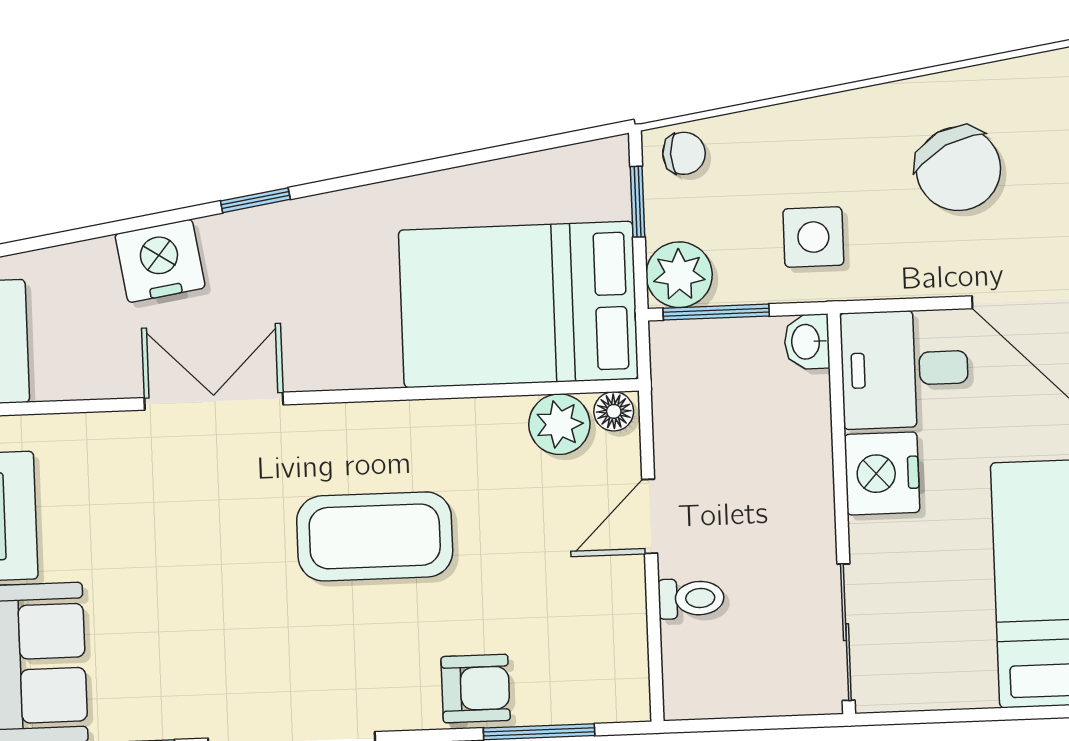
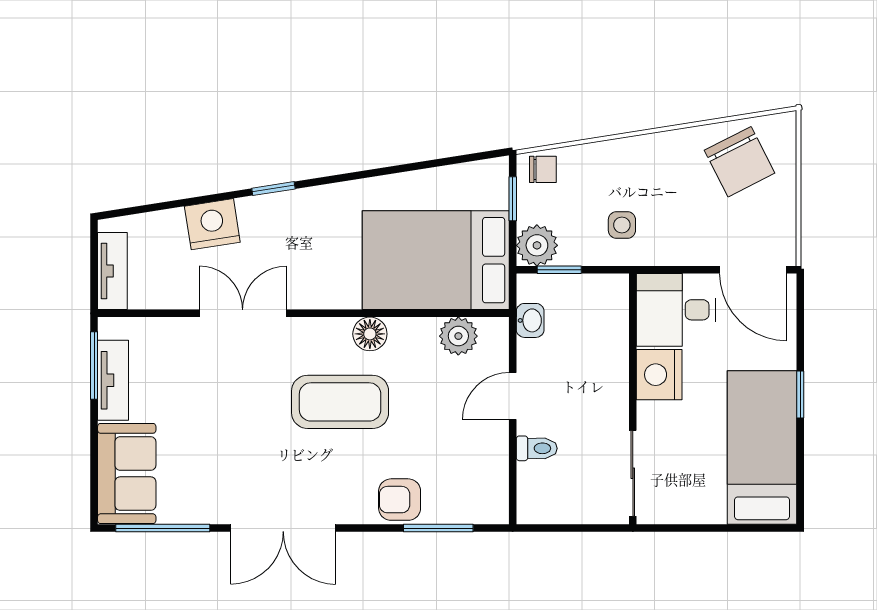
chair: (958, 169) -> (740, 162), moved
side table: (813, 237) -> (622, 225), width x0.73, depth x0.73
window: (716, 312) -> (559, 270), width x0.67
washbasin: (807, 342) -> (530, 320), moved, turned 180
floor lamp: (614, 411) -> (370, 334), moved, width x1.37, depth x1.37
armchair: (476, 689) -> (400, 500), turned 180

